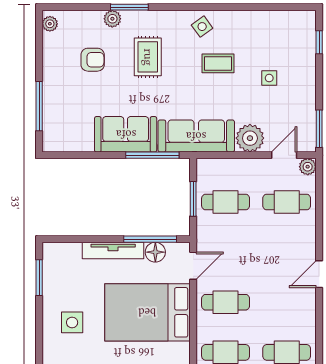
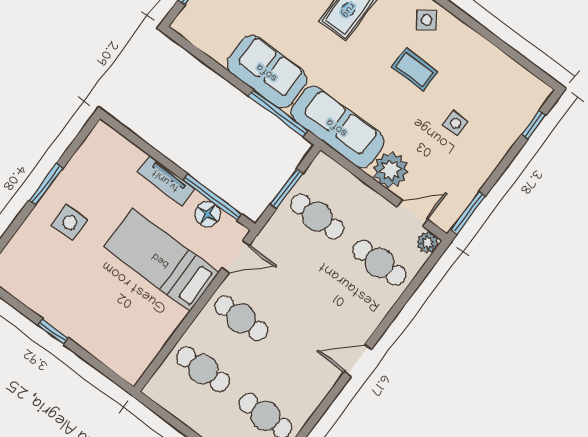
tv unit: (113, 250) -> (166, 180), width x0.71
window: (39, 278) -> (46, 184), moved
bed: (147, 312) -> (161, 260), width x0.67

